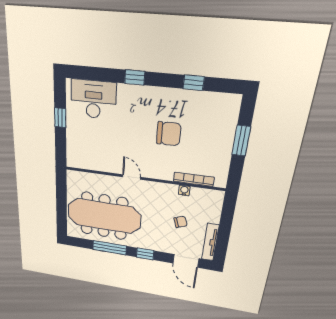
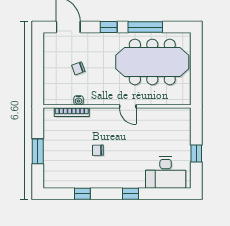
chair: (169, 134) -> (98, 150), width x0.54, depth x0.54
tv unit: (210, 242) -> (48, 52), removed

